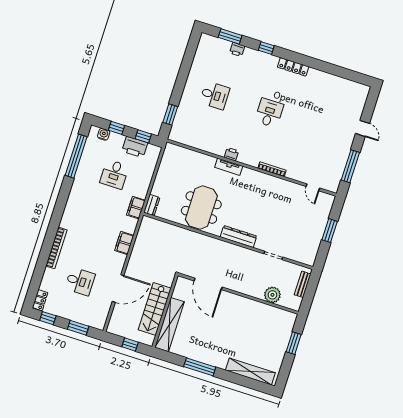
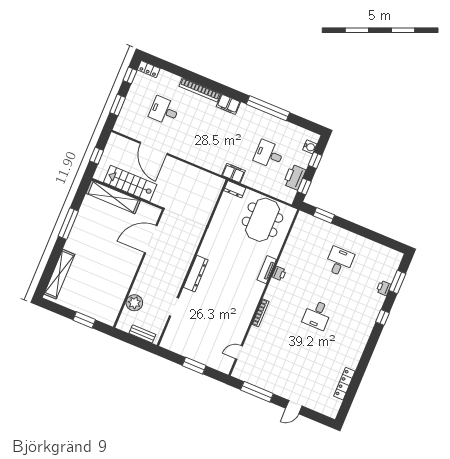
locker: (293, 67) -> (344, 384), moved
desk: (215, 95) -> (339, 262), turned 180
desk: (269, 113) -> (317, 315), turned 90
window: (76, 156) -> (268, 108), moved
meeting table: (201, 208) -> (262, 220), moved, turned 90
filing cabinet: (124, 243) -> (228, 104), moved, turned 180
desk: (80, 281) -> (164, 111), turned 90

